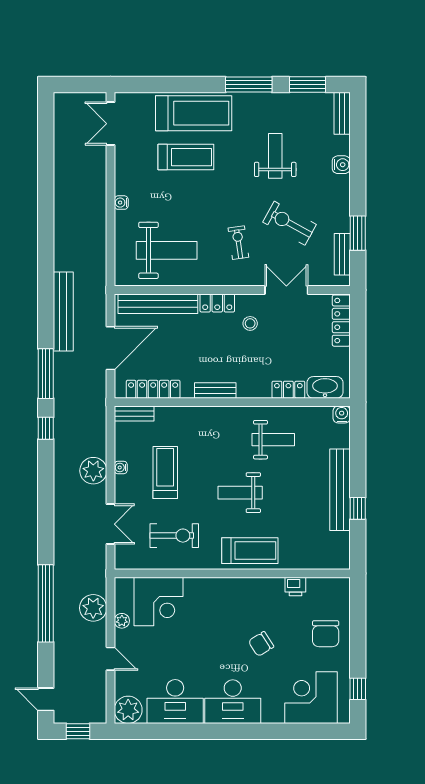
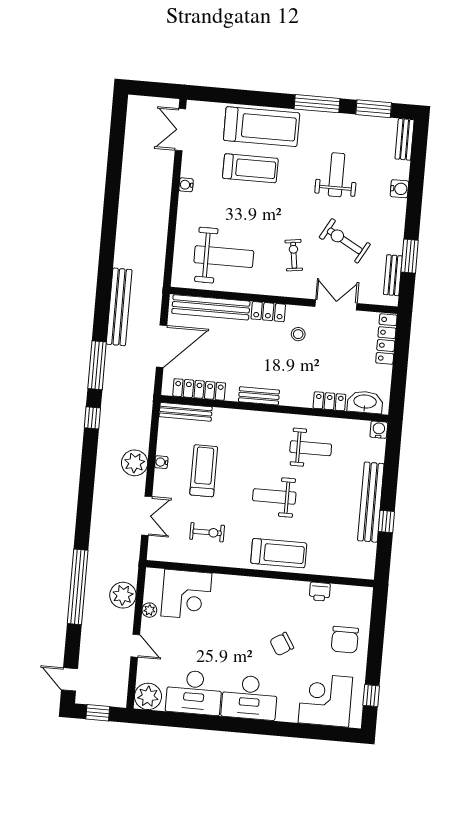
water cooler: (121, 203) -> (186, 185), moved
bench: (134, 414) -> (186, 412), width x1.36
exercise bike: (174, 536) -> (207, 532), width x0.73, depth x0.72

